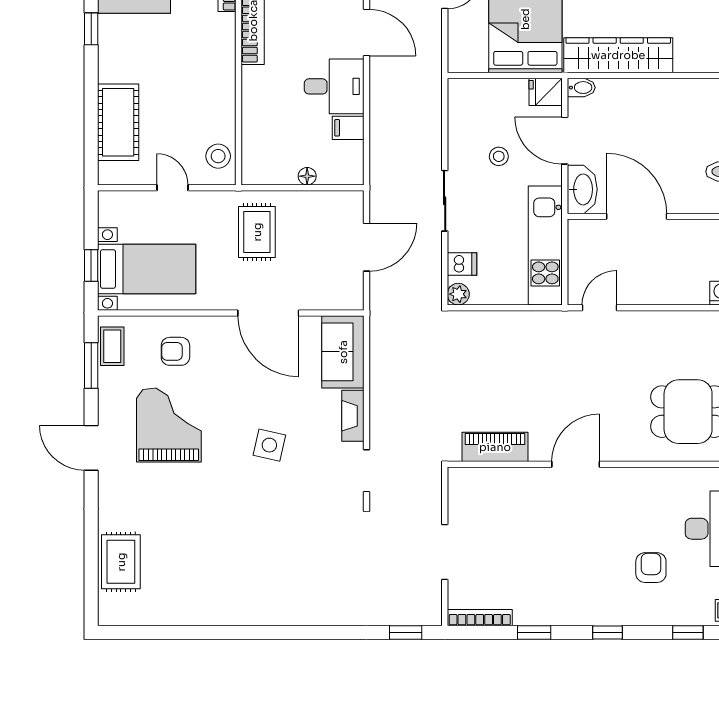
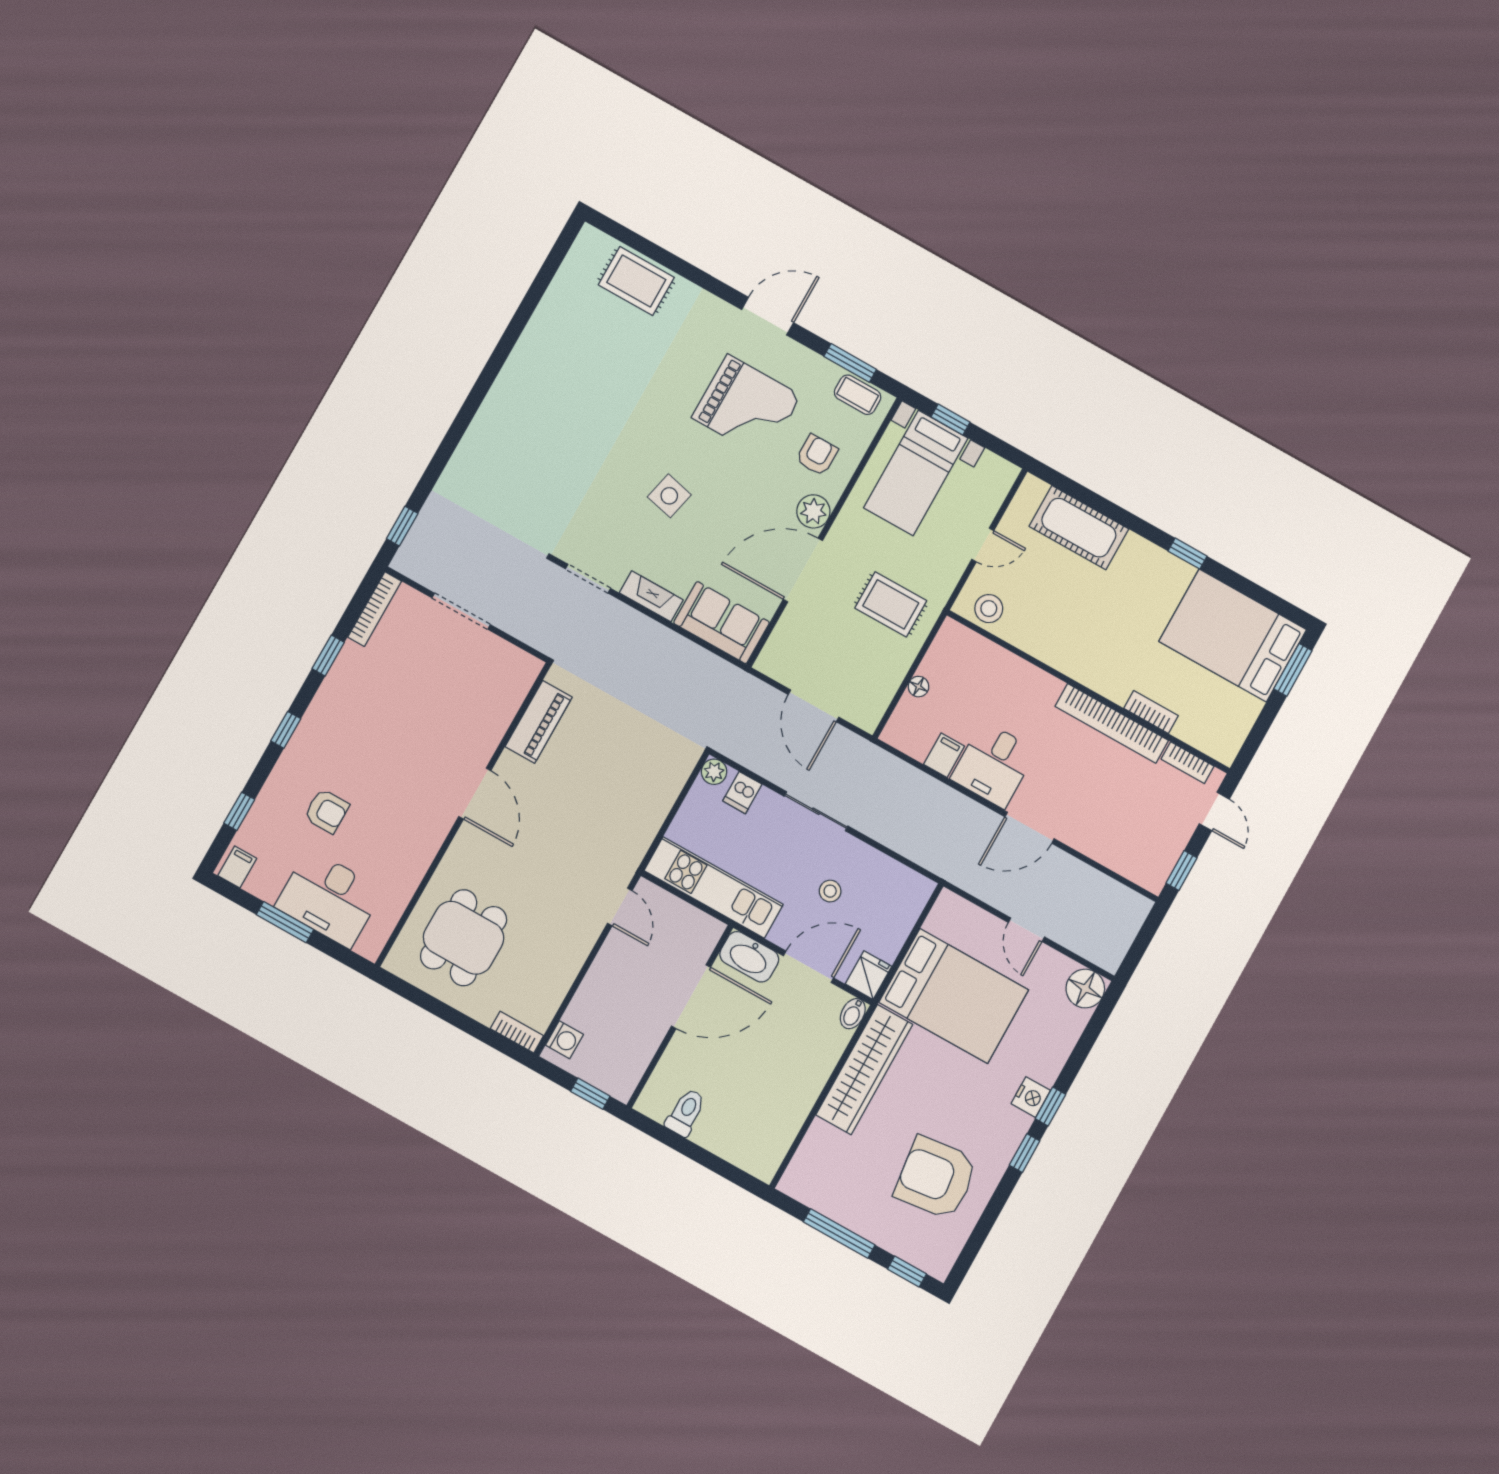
plant: (220, 330) -> (813, 511), added

